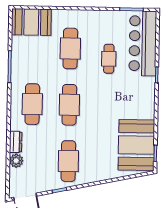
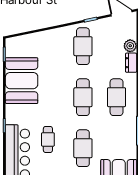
booth: (136, 145) -> (22, 81), moved

